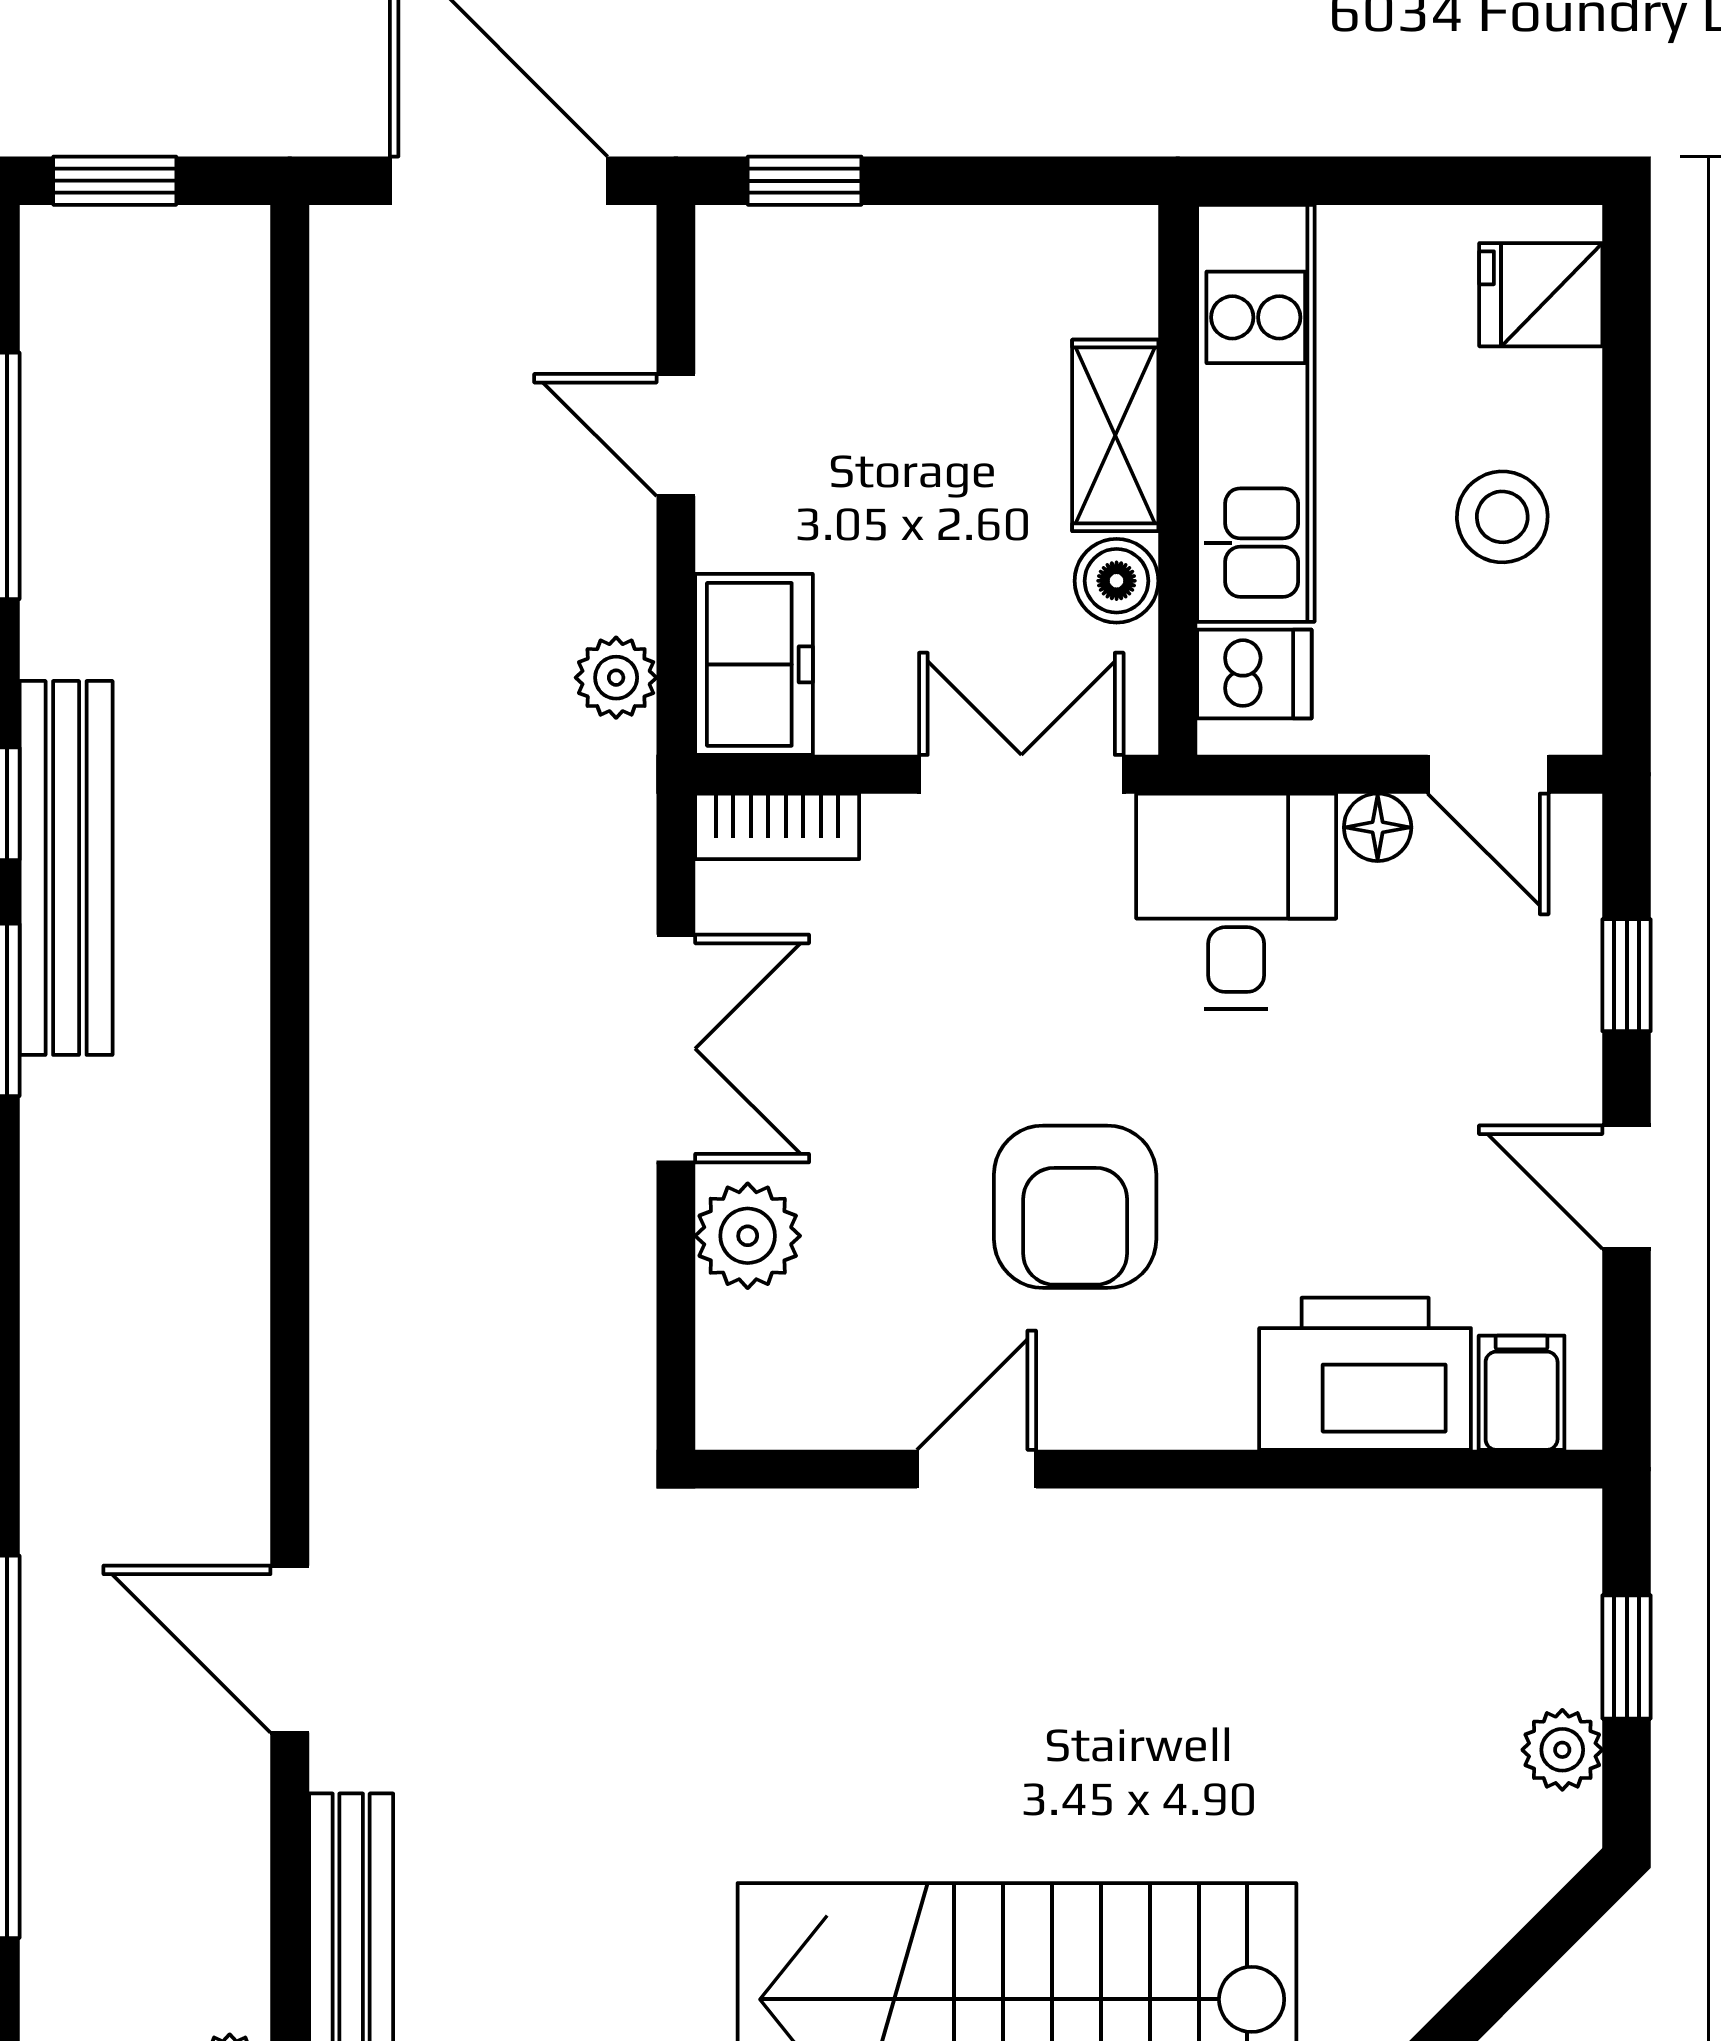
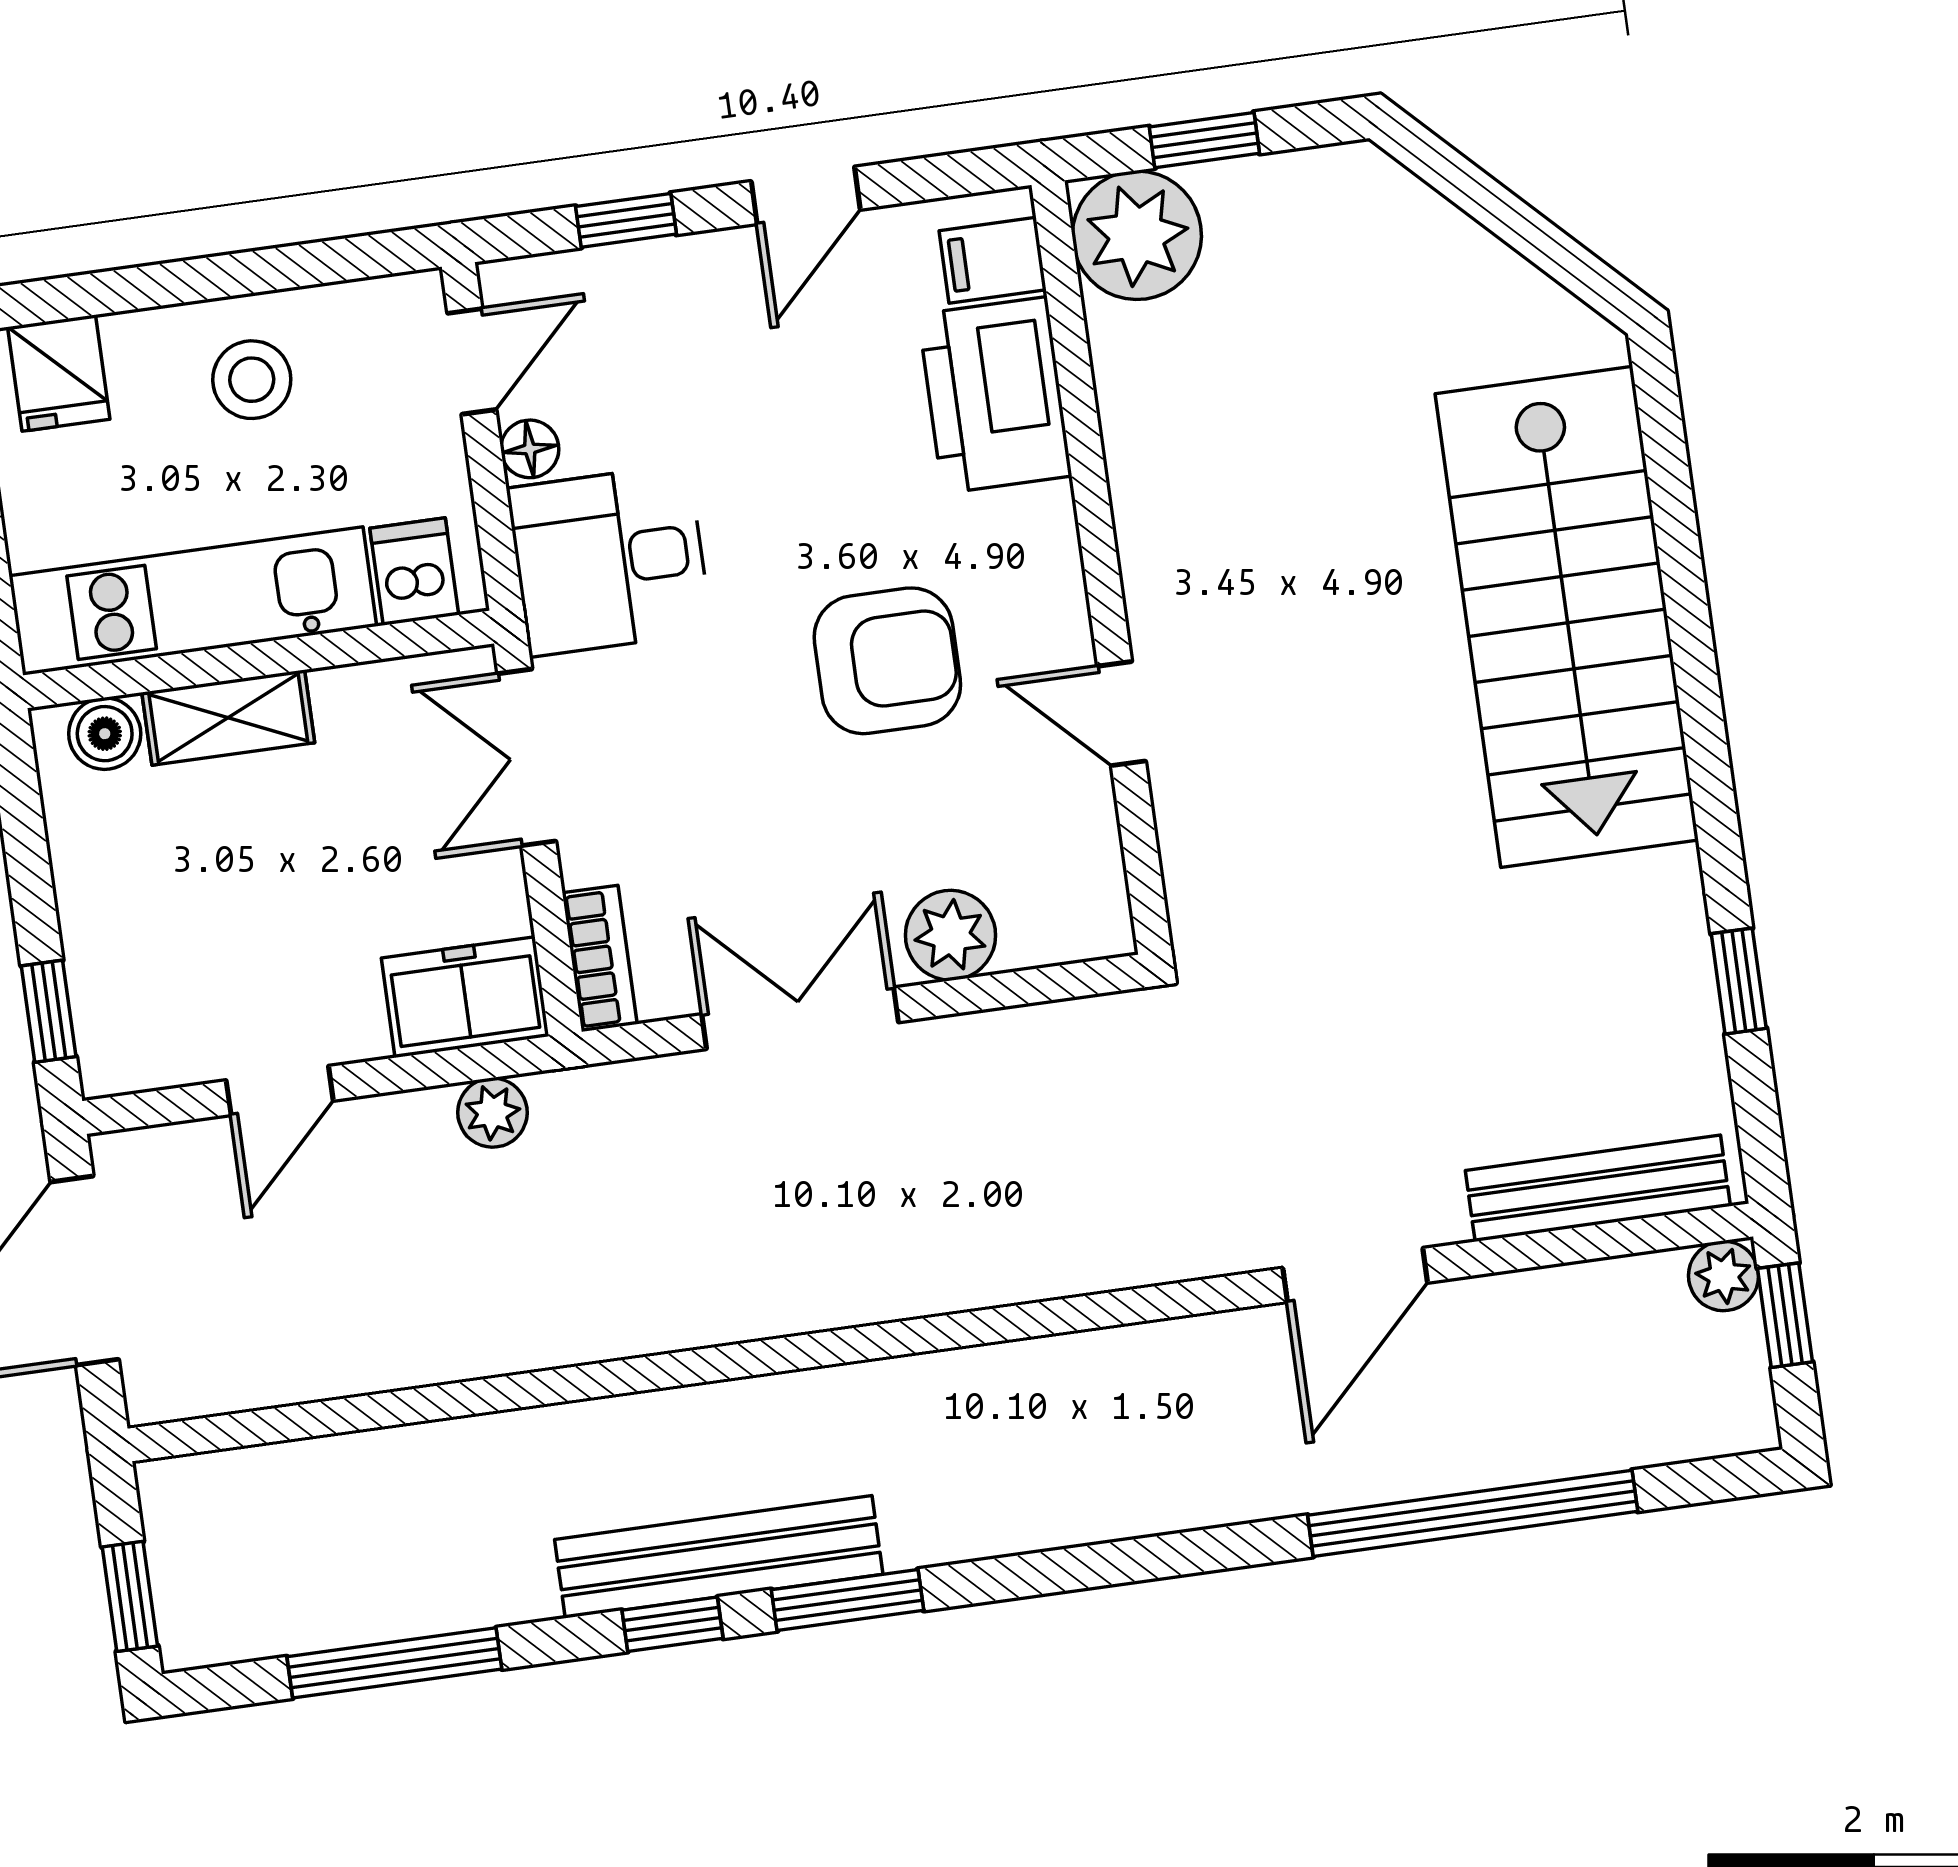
boiler: (1117, 581) -> (105, 734), moved
plant: (1562, 1750) -> (1137, 235), moved, width x1.87, depth x1.87

